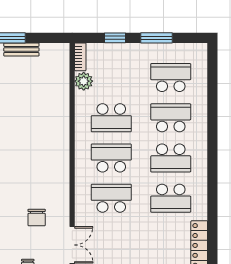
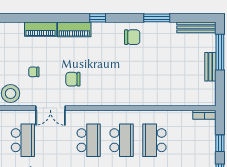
plant: (84, 81) -> (184, 118), removed

